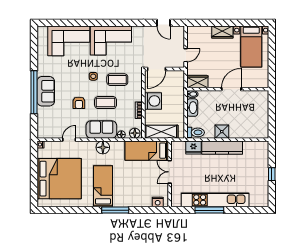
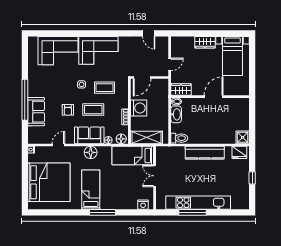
sofa: (46, 91) -> (36, 112), moved
shower: (222, 132) -> (243, 137), moved
fridge: (193, 147) -> (239, 152), moved

